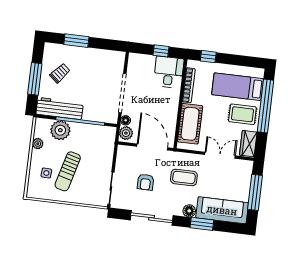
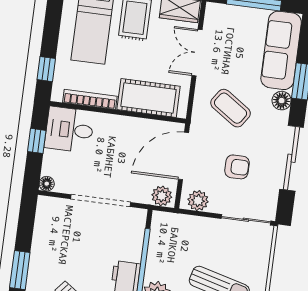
floor lamp: (126, 120) -> (47, 184), moved
plant: (123, 157) -> (198, 201), added
coffee table: (184, 177) -> (231, 108), turned -56

